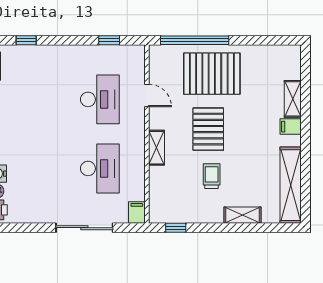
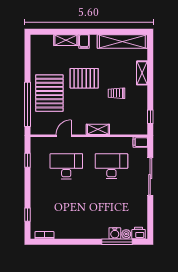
pallet: (208, 129) -> (84, 78), moved

